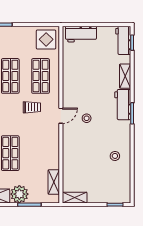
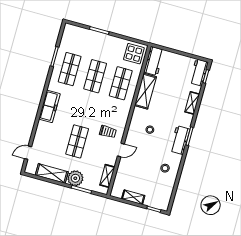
workbench: (81, 34) -> (154, 61), moved, turned -90
shelving: (70, 77) -> (145, 91), added
workbench: (123, 105) -> (180, 140), moved
trolley: (32, 107) -> (108, 132), moved
door: (61, 116) -> (121, 150), moved
shelving: (75, 198) -> (133, 197), moved

